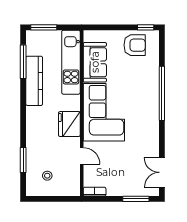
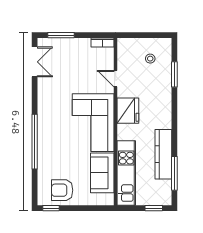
window: (44, 27) -> (154, 208), width x0.67

